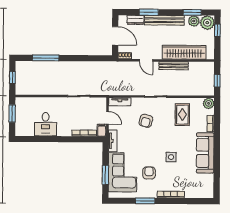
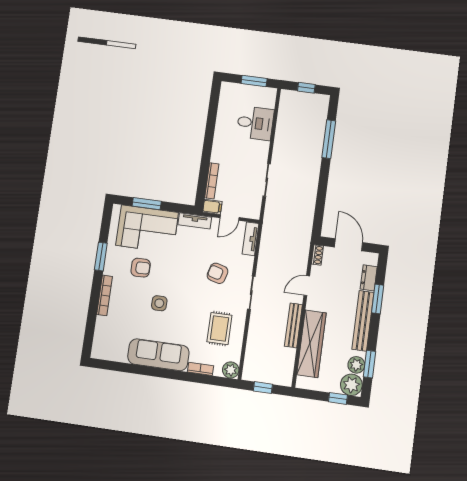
door: (115, 36) -> (348, 245), swing flipped
rug: (182, 115) -> (219, 329), turned 90
desk: (46, 124) -> (255, 123), moved, turned 180

